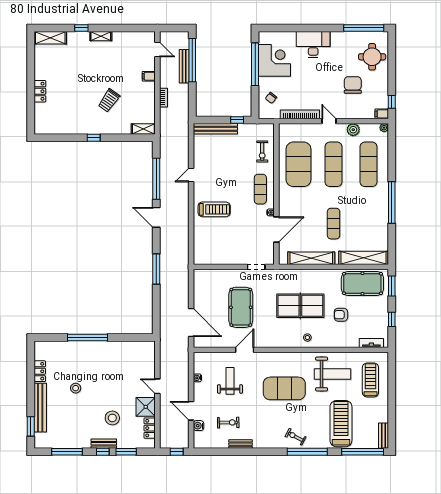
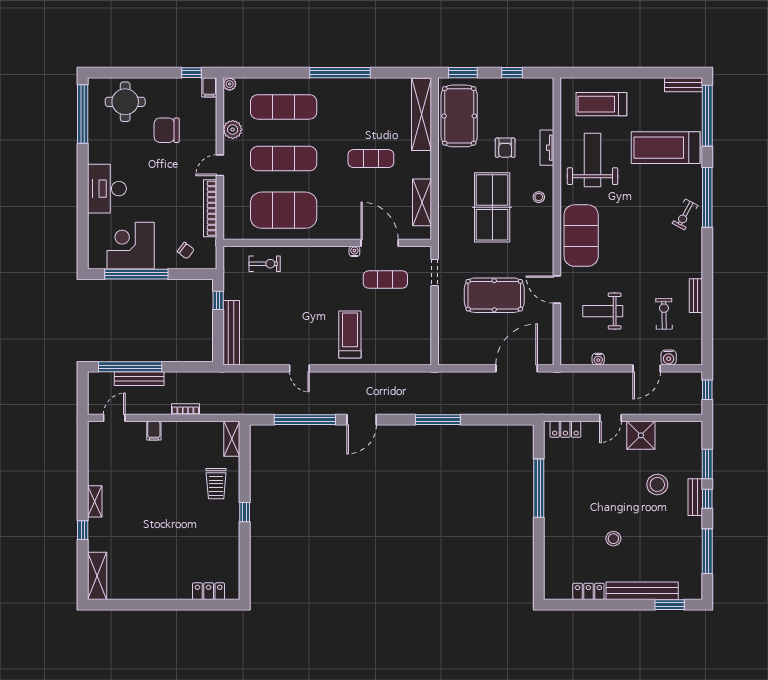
locker: (40, 91) -> (209, 591), moved
trolley: (109, 100) -> (216, 484), moved, turned 55
exercise mat: (260, 189) -> (385, 280), moved
shelving: (311, 258) -> (422, 202), width x0.68
window: (88, 337) -> (539, 488), moved
tv unit: (371, 343) -> (547, 148), moved
exercise mat: (284, 388) -> (581, 236), moved
locker: (150, 428) -> (565, 429), moved

